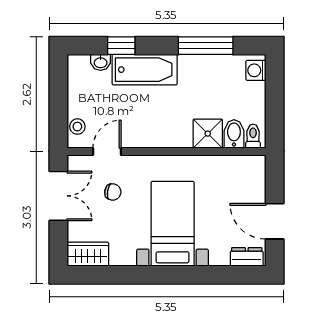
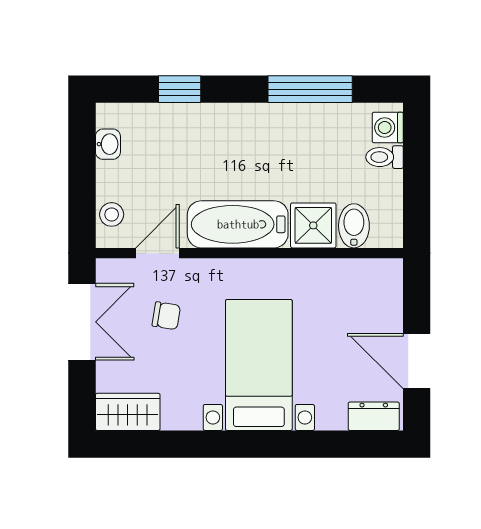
washbasin: (101, 62) -> (108, 144), moved, turned -90
bathtub: (145, 70) -> (238, 224), moved, turned 180
toilet: (253, 136) -> (385, 157), moved, turned -90

